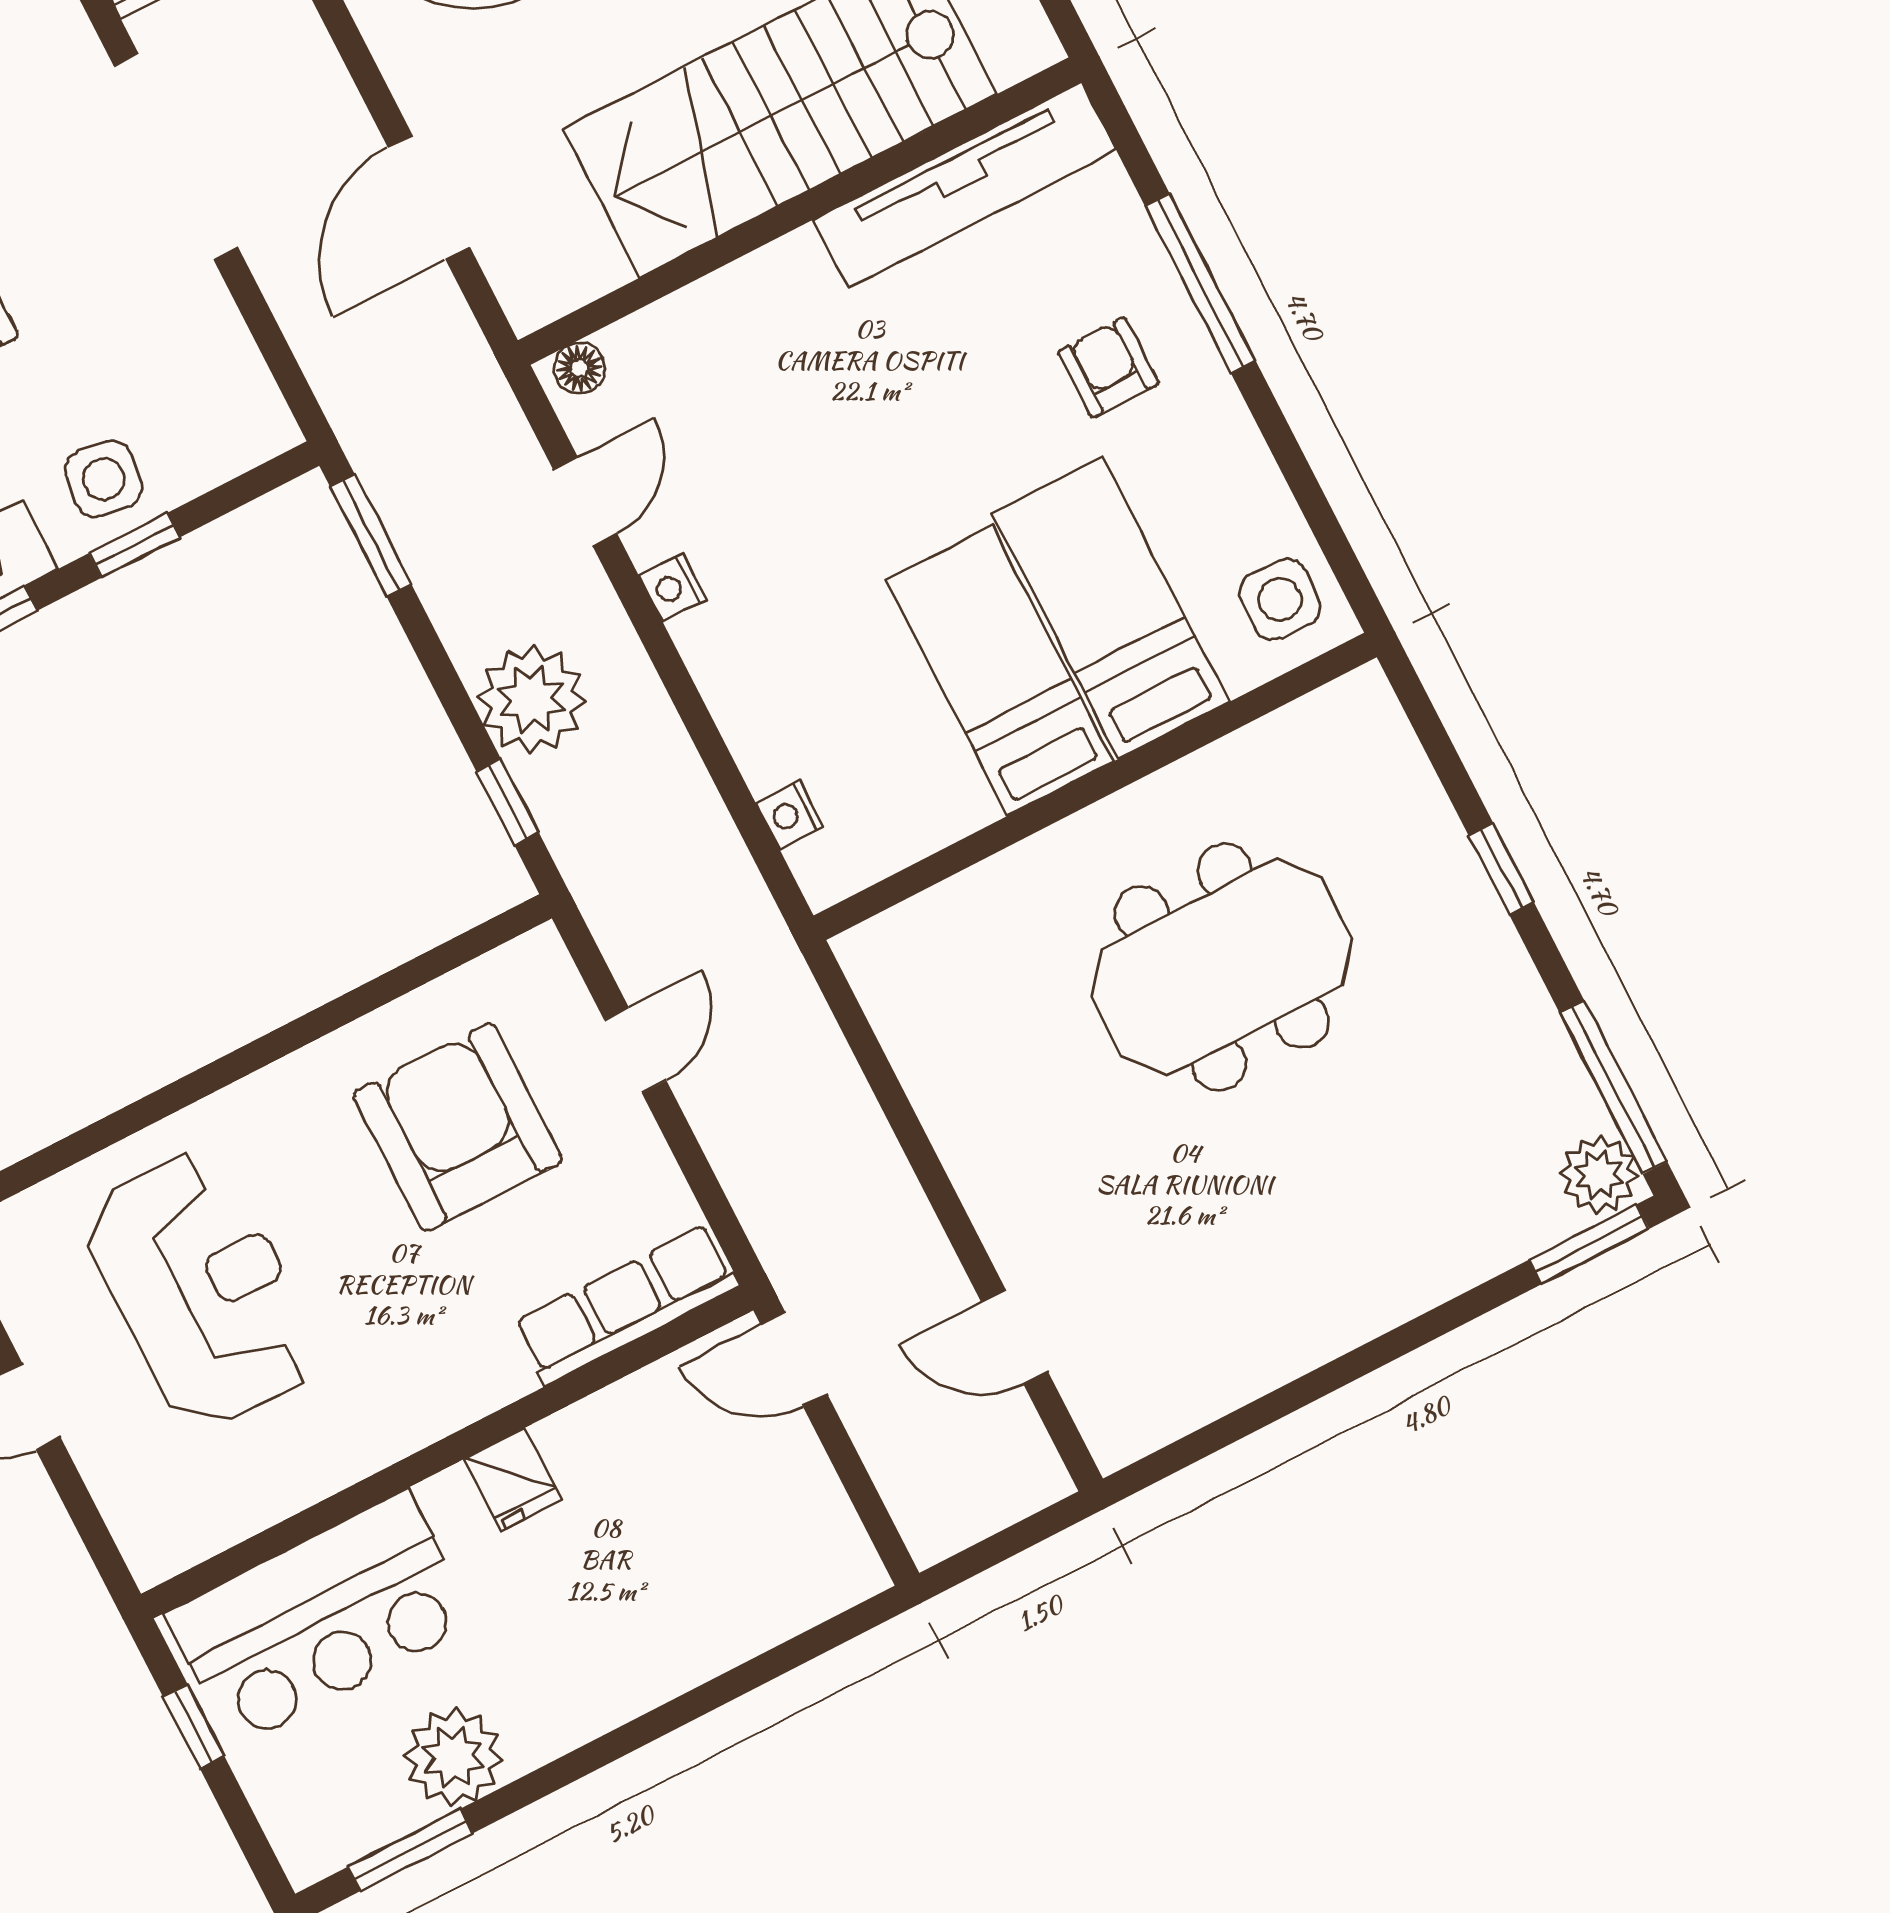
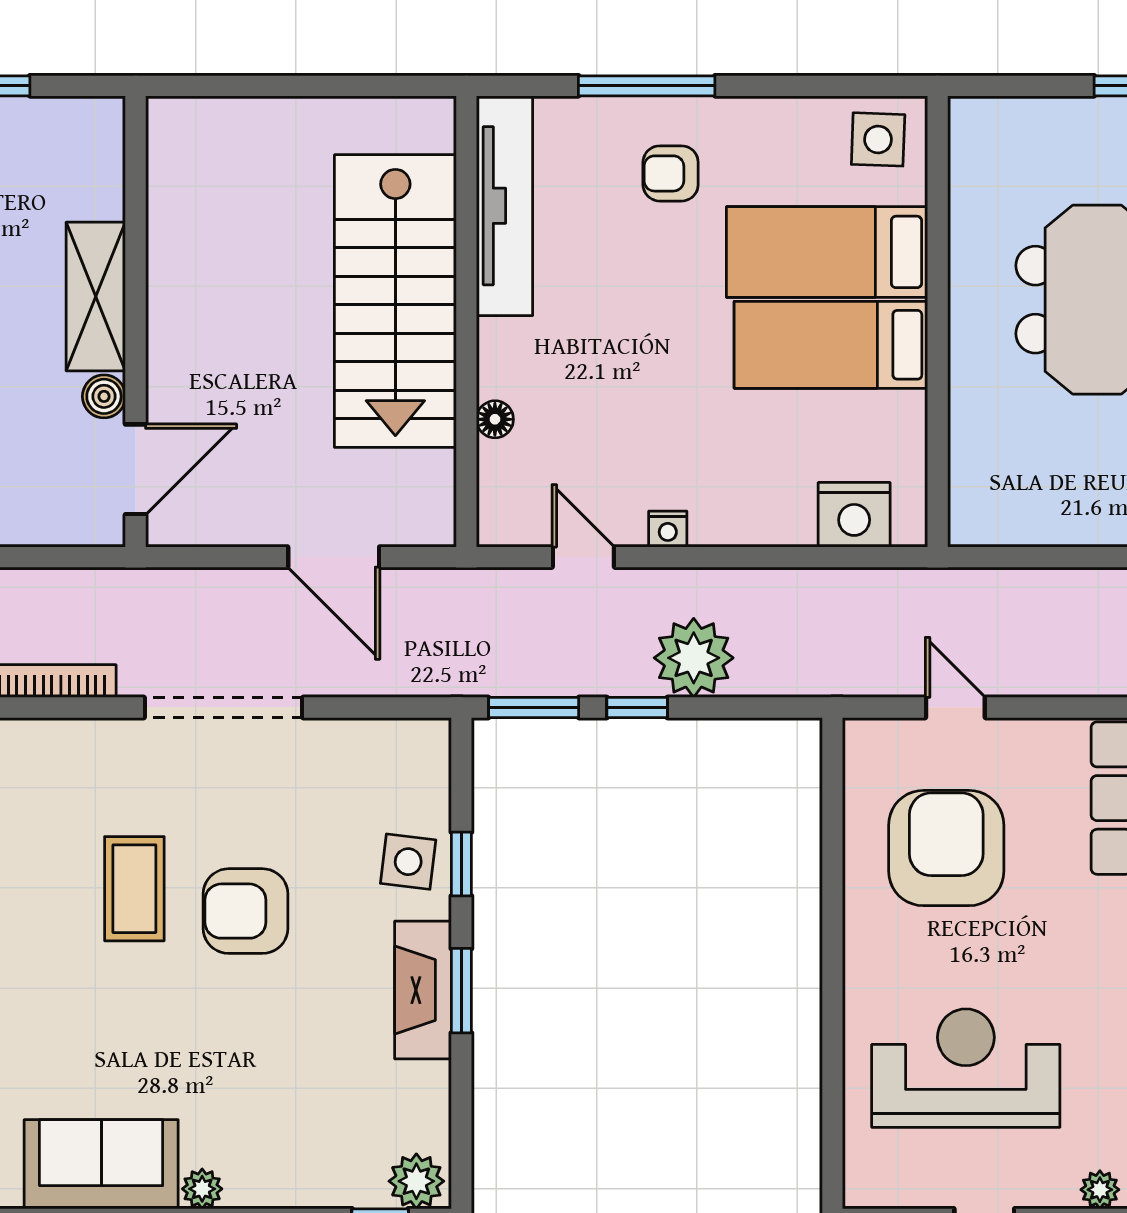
floor lamp: (579, 368) -> (495, 419), moved
window: (508, 802) -> (637, 707), moved
nightstand: (789, 815) -> (854, 515), width x1.89, depth x1.79
armchair: (458, 1127) -> (946, 848), turned 90
plant: (137, 1529) -> (1100, 1190), added

